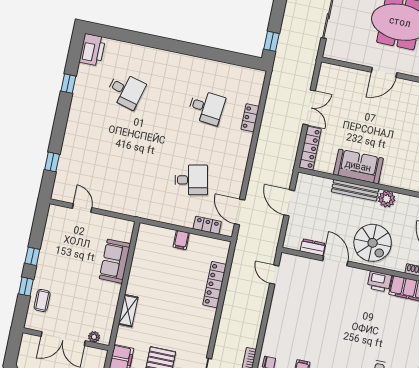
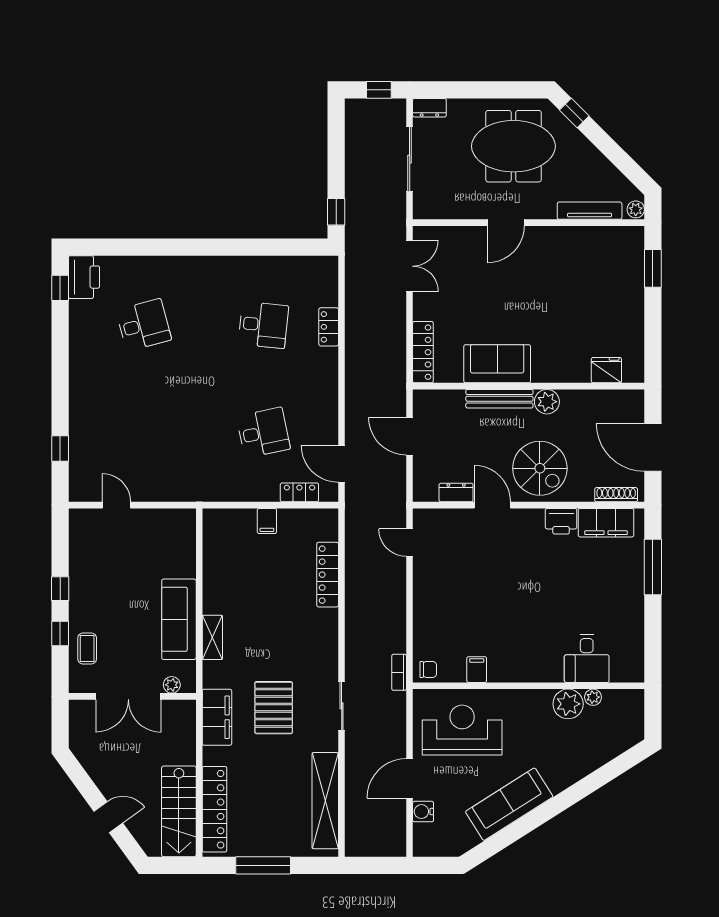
window: (68, 84) -> (60, 288), moved
desk: (126, 90) -> (144, 325), turned -30
double door: (309, 107) -> (410, 266), moved
sofa: (115, 261) -> (179, 619), moved, width x1.36

